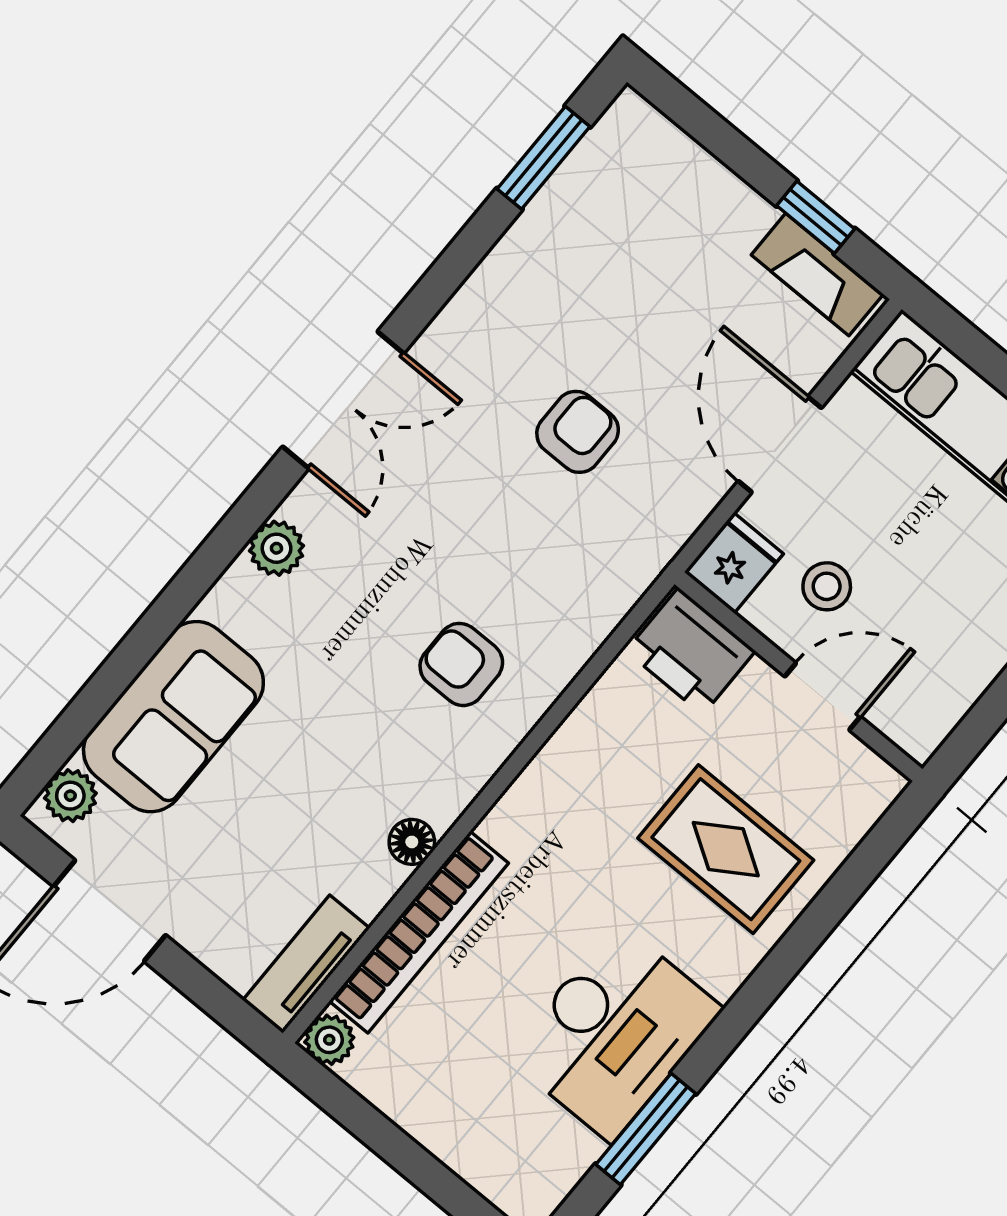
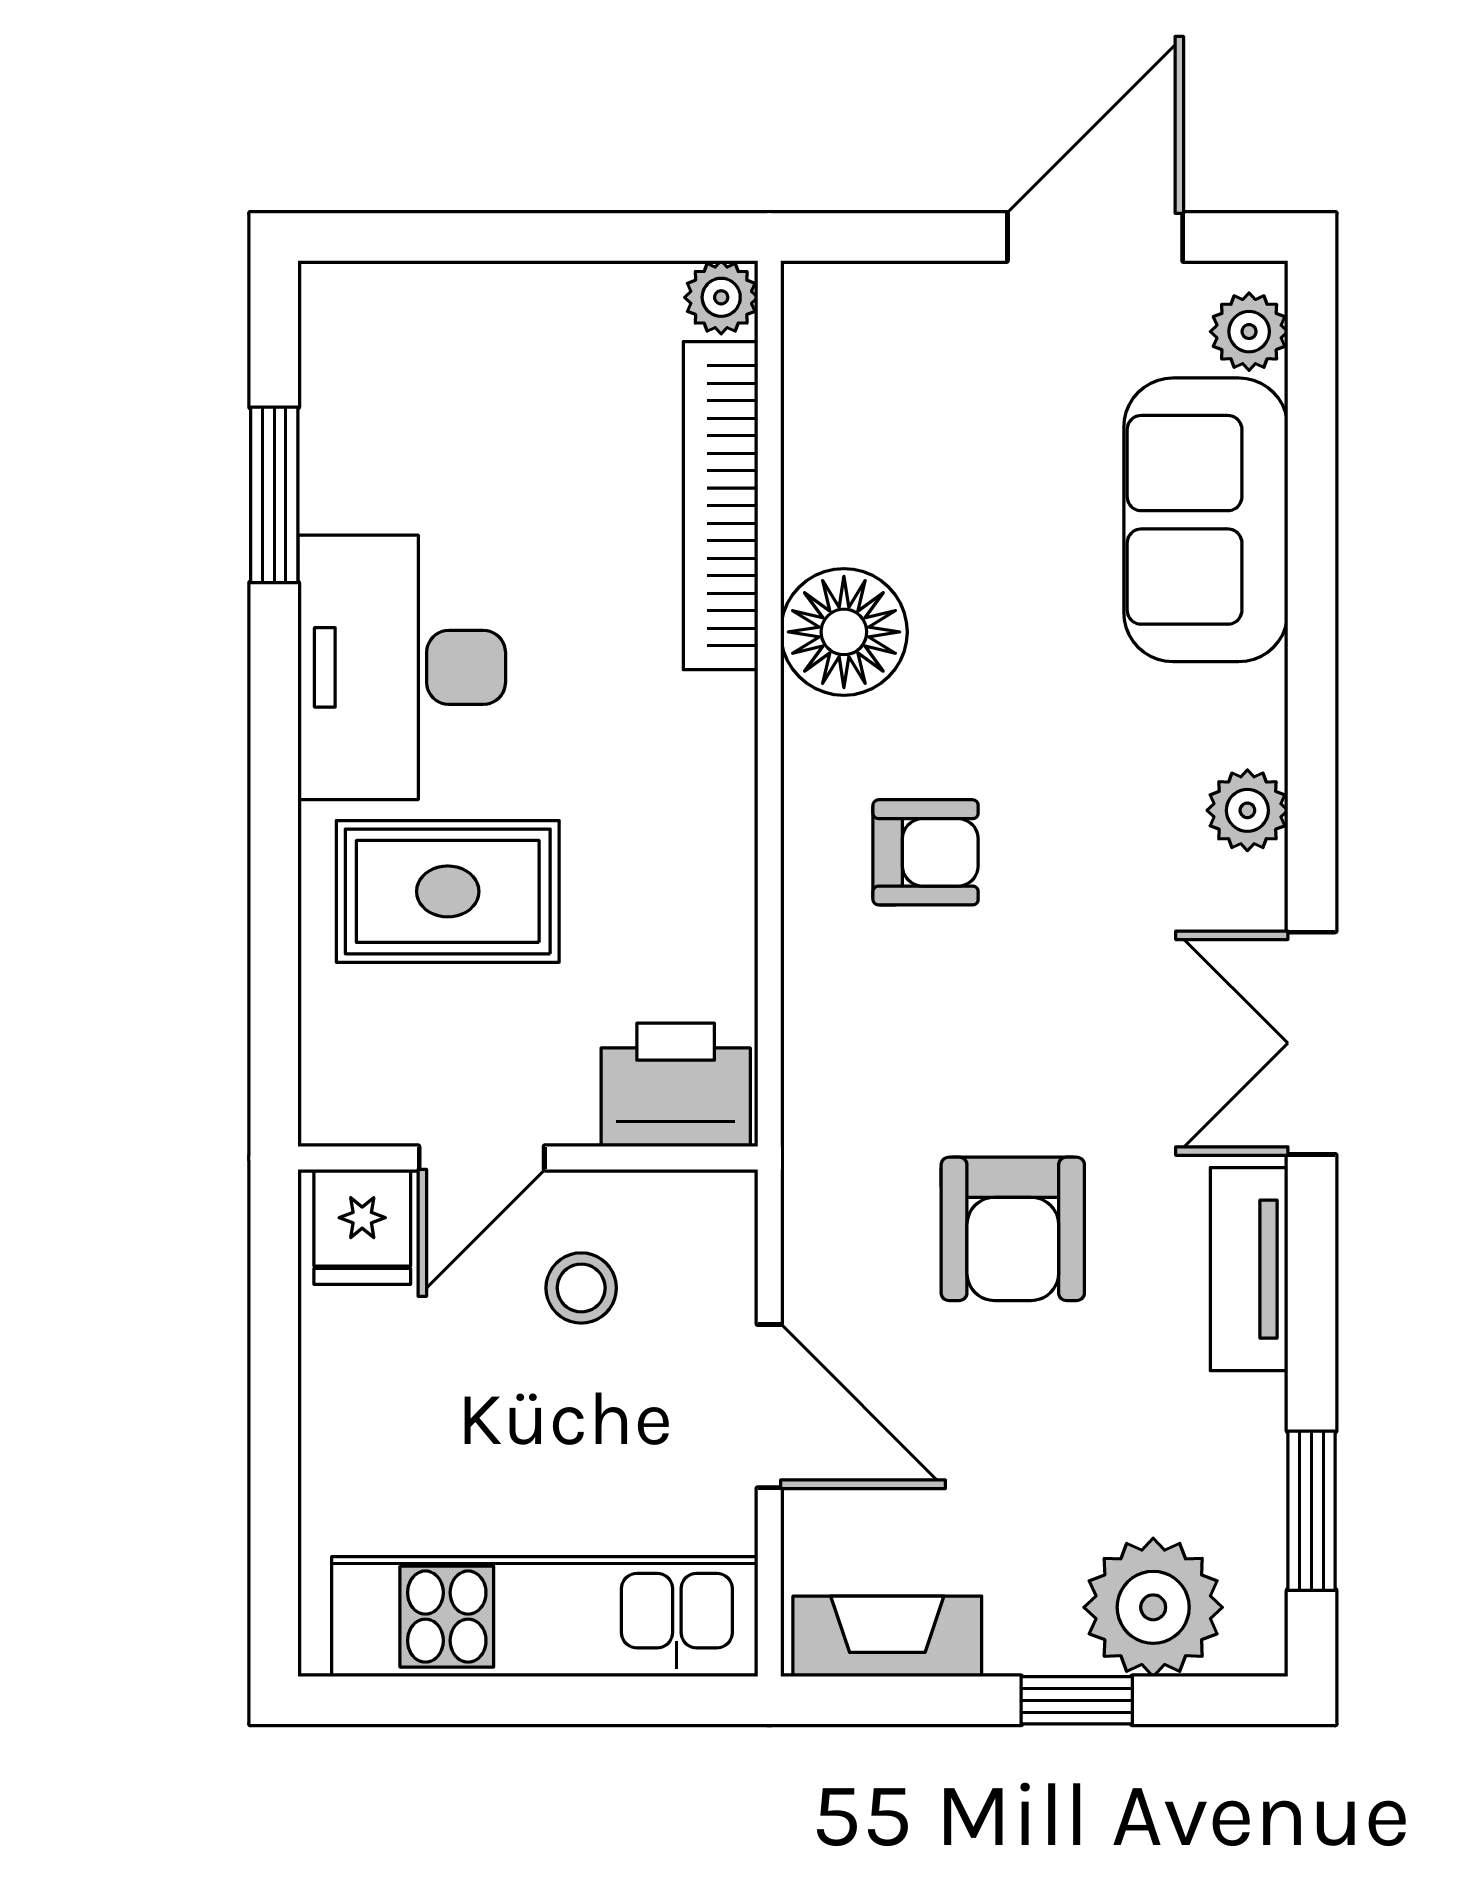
plant: (667, 176) -> (1153, 1607), added
window: (816, 217) -> (1077, 1700), moved
armchair: (578, 432) -> (1013, 1229), width x1.38, depth x1.38
fridge: (734, 563) -> (362, 1227), moved
floor lamp: (412, 842) -> (844, 632), width x1.89, depth x1.89
tv unit: (306, 964) -> (1249, 1269), moved, turned 180
desk: (614, 1032) -> (402, 667), moved

